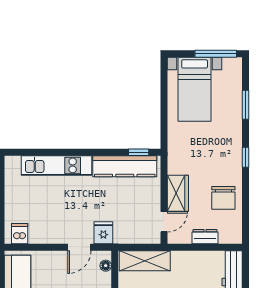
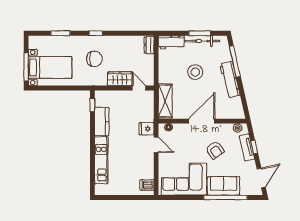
window: (216, 54) -> (26, 67), moved
kitchen counter: (125, 166) -> (102, 121), width x0.67
chair: (223, 198) -> (94, 59), moved
dresser: (205, 237) -> (149, 45), moved

